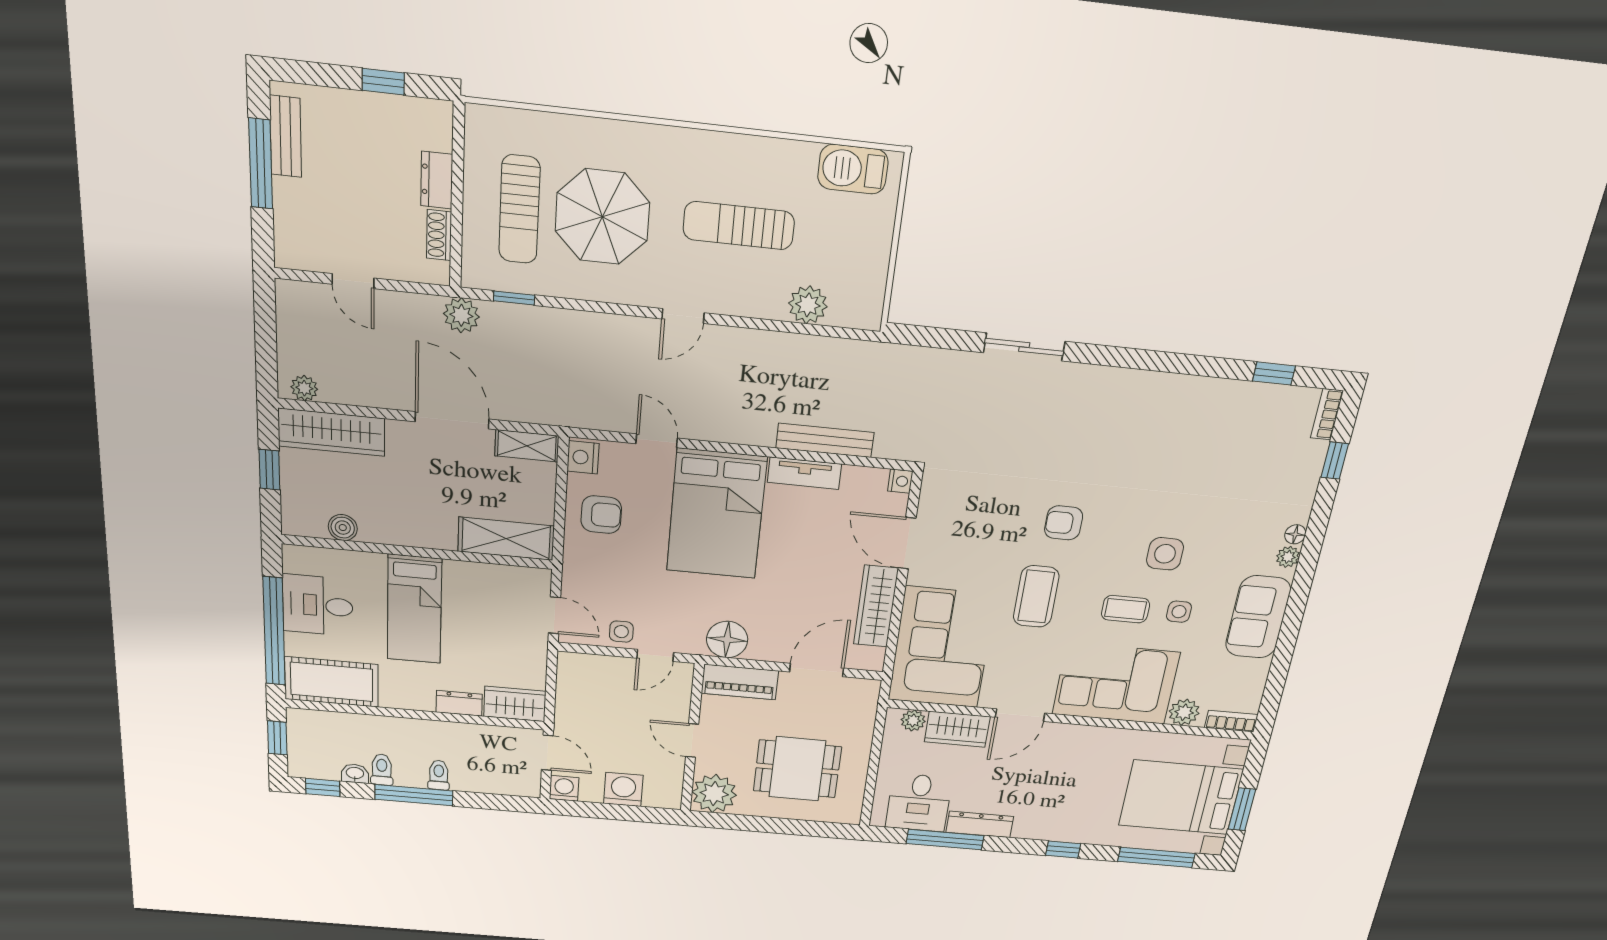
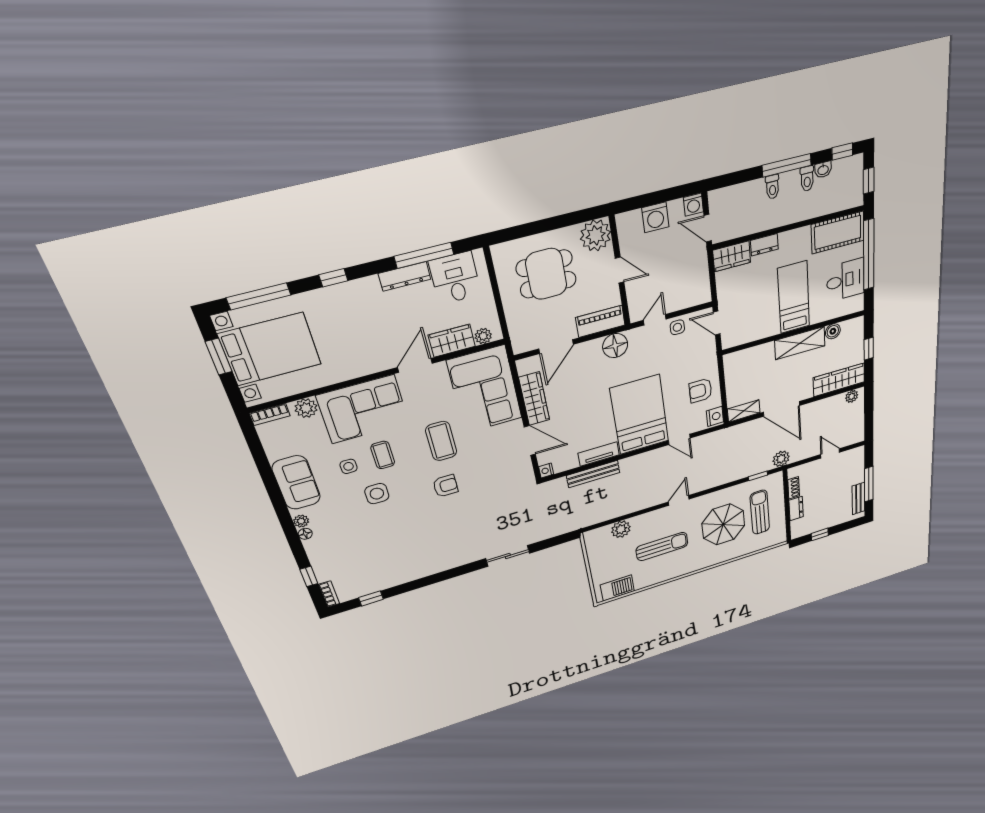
shelving: (506, 539) -> (800, 343), moved
coffee table: (1126, 609) -> (383, 455), turned 90

